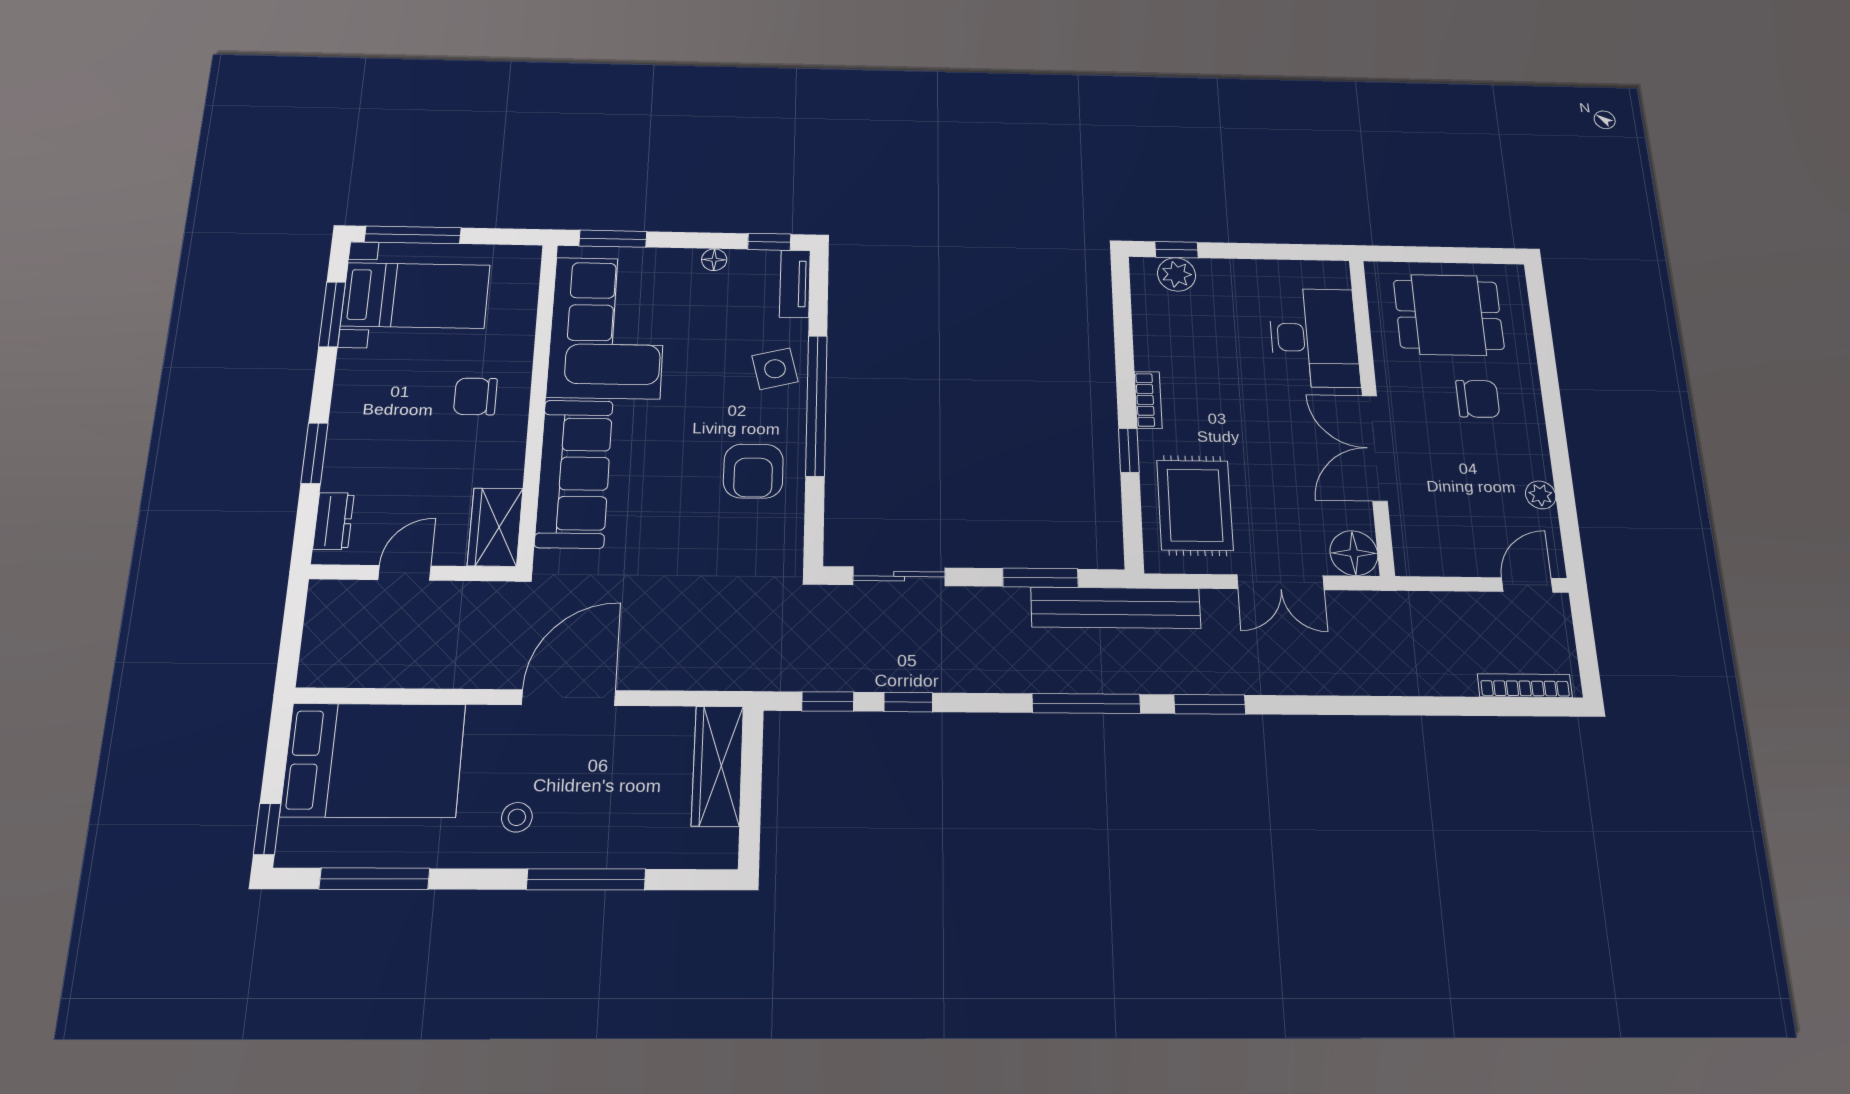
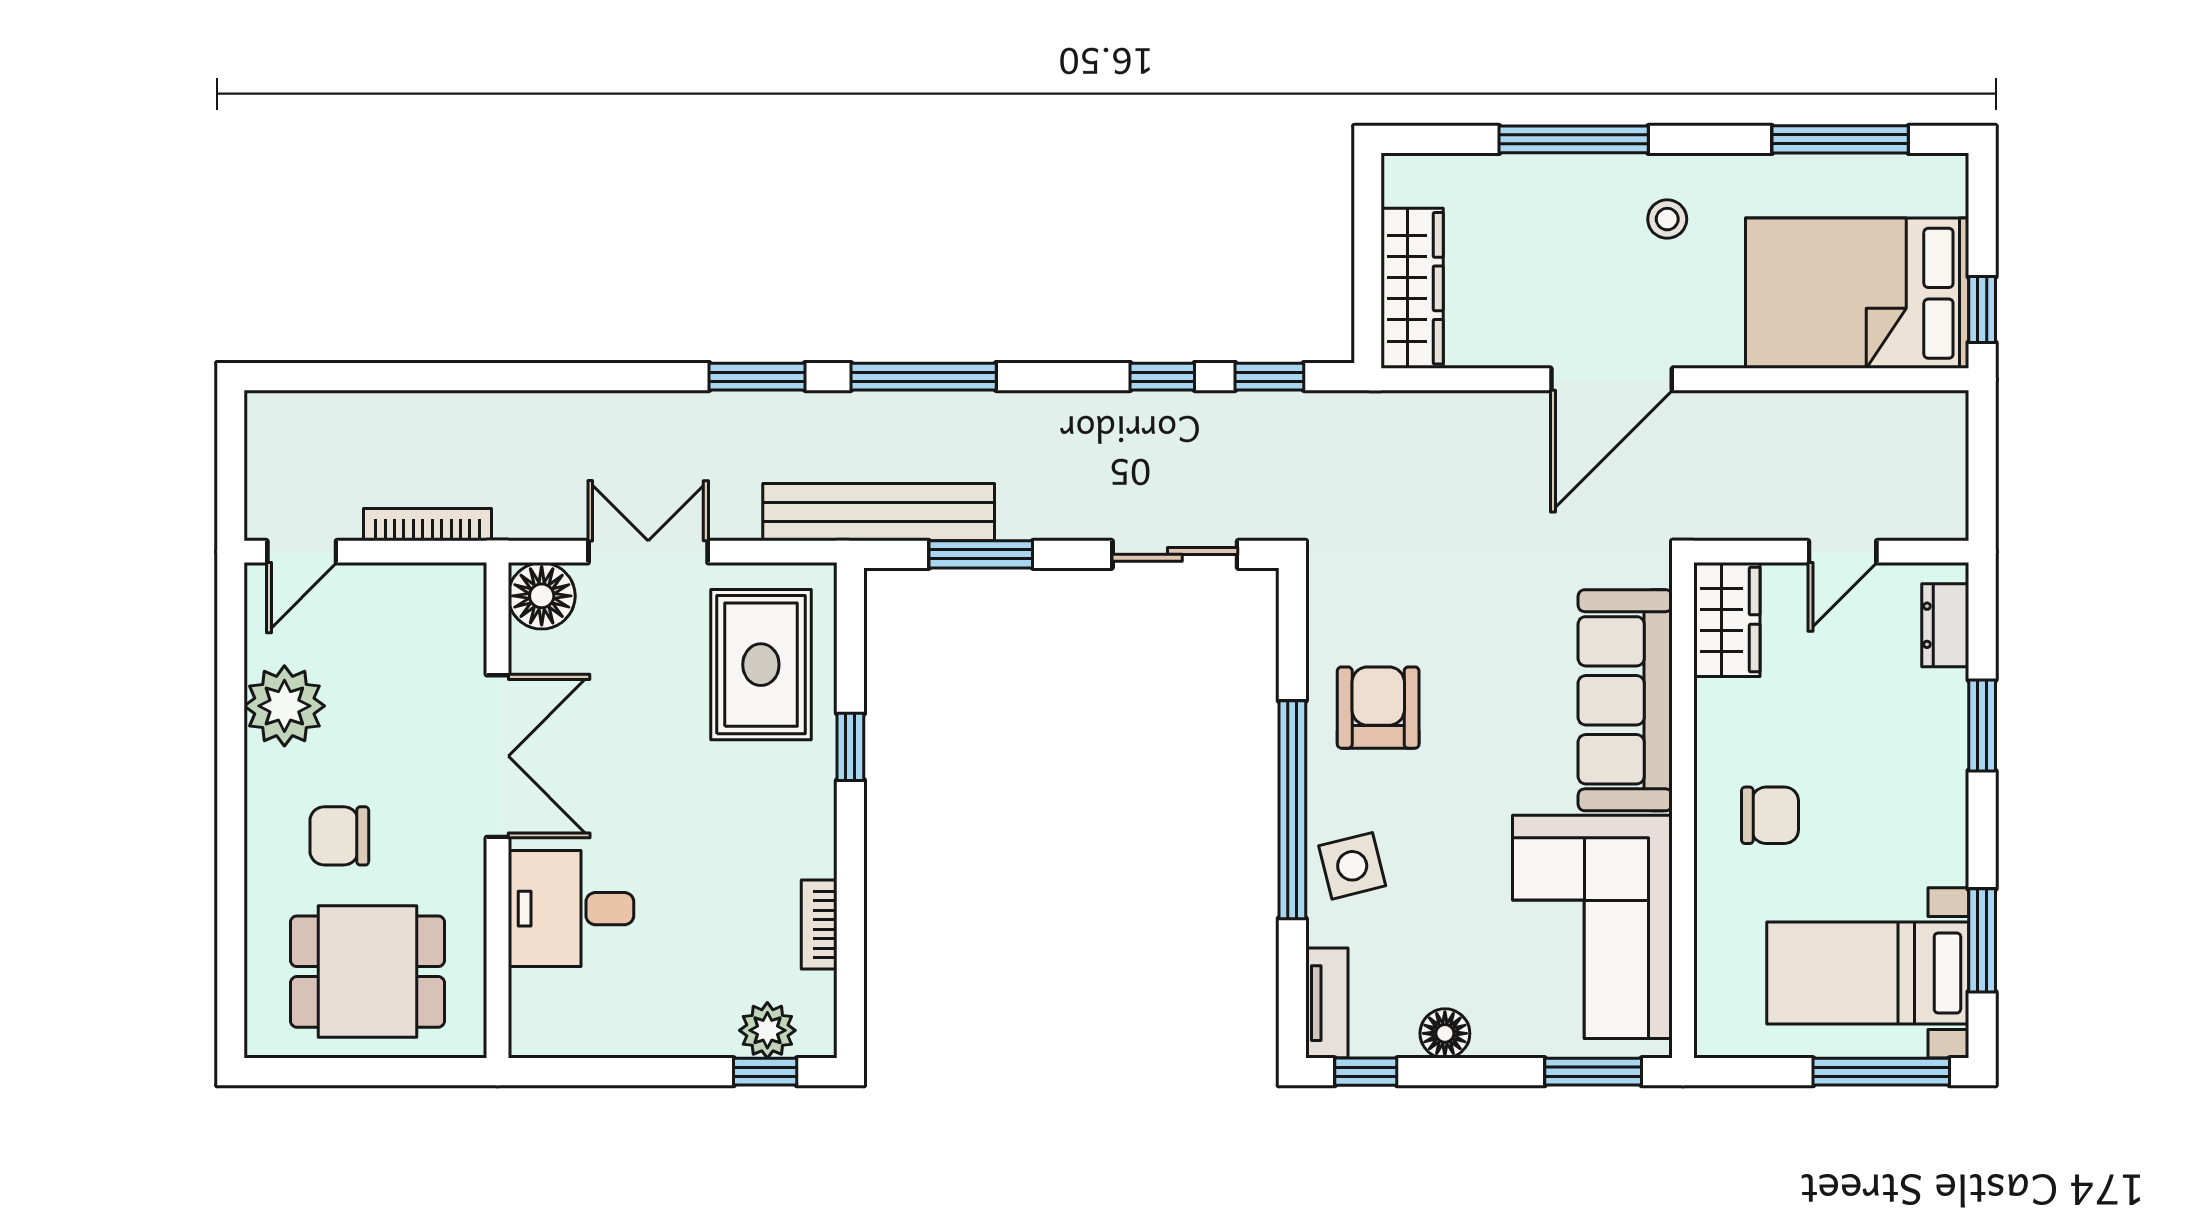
floor lamp: (714, 260) -> (1445, 1033), width x1.37, depth x1.37
desk: (1314, 338) -> (571, 909), width x0.73
bookcase: (1148, 400) -> (819, 924), moved
plant: (1541, 495) -> (284, 706), width x1.88, depth x1.88
bookcase: (1525, 686) -> (427, 525), moved, turned 180
window: (267, 829) -> (1982, 310), moved

